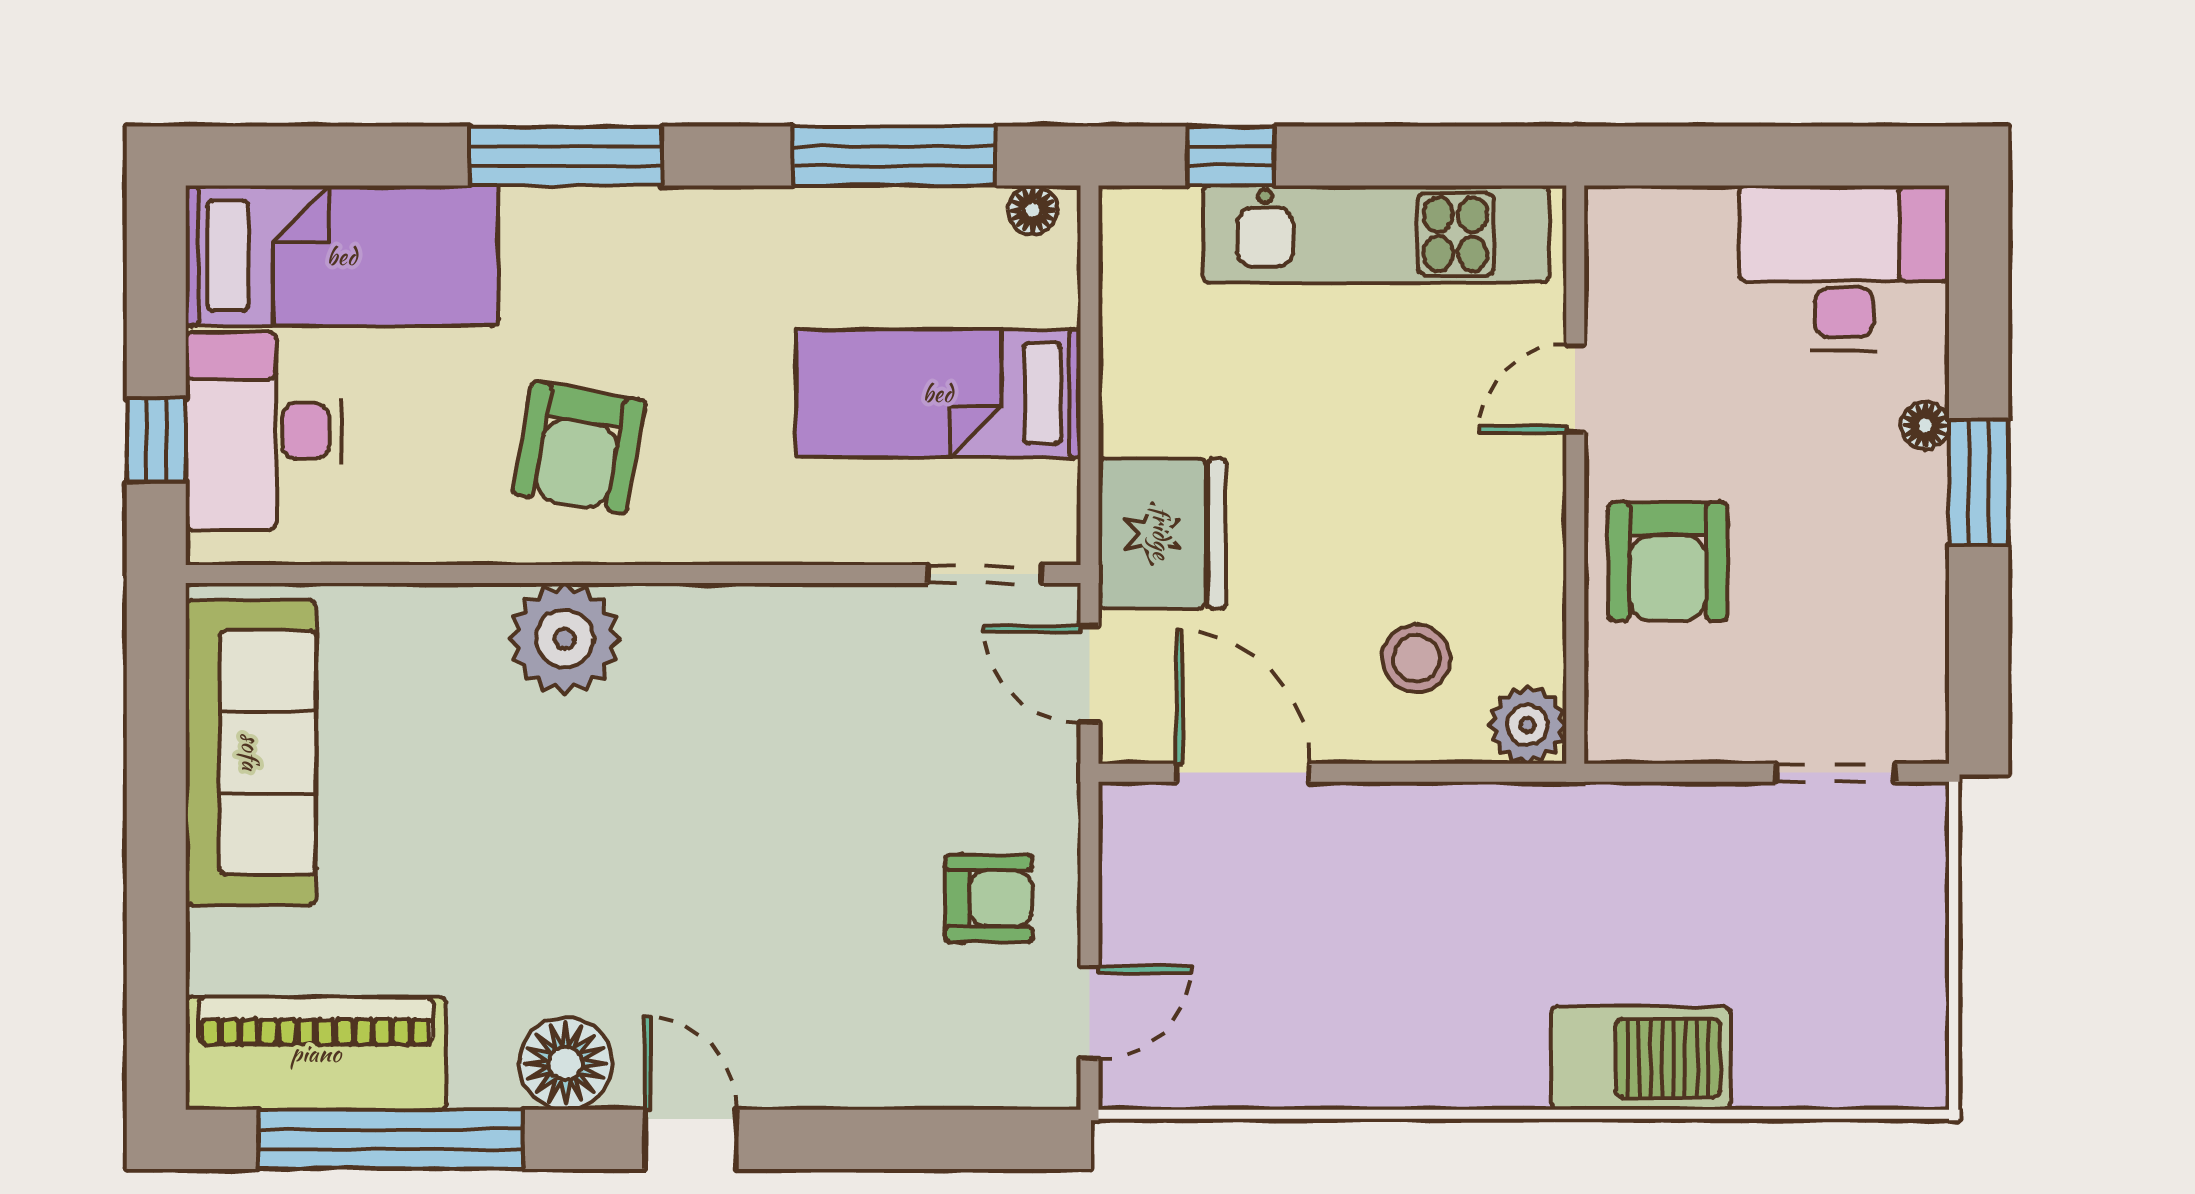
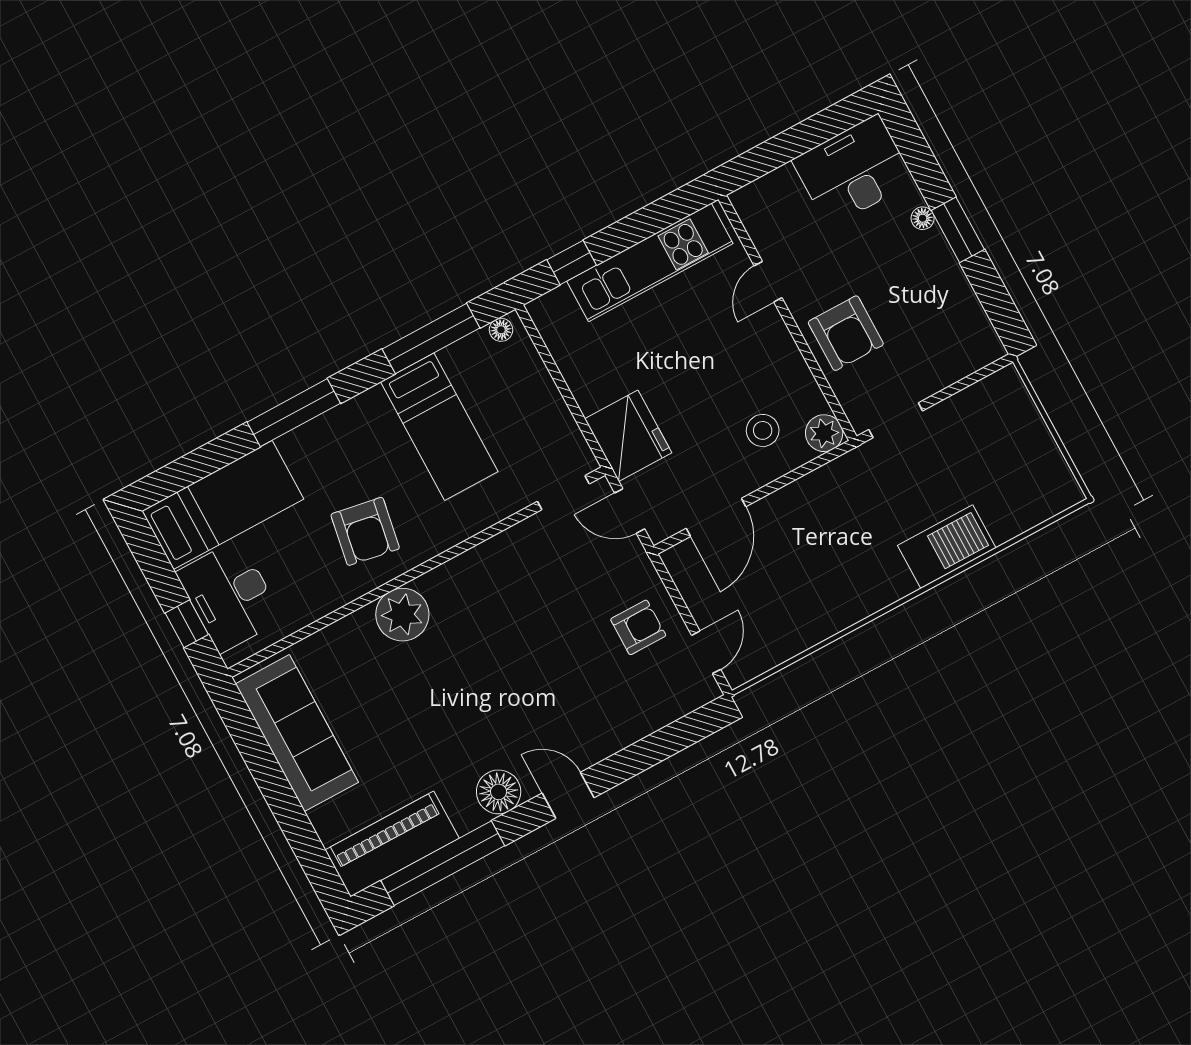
bed: (938, 393) -> (439, 427), moved, turned -90
door: (1243, 773) -> (716, 517), swing flipped
doorway: (1835, 773) -> (896, 420), moved

